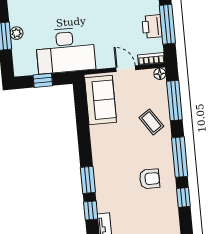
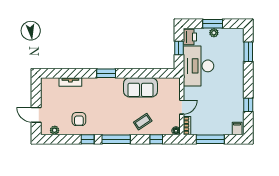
printer: (152, 26) -> (190, 37), moved, turned 90
sofa: (101, 100) -> (141, 87), moved
window: (174, 101) -> (156, 139), width x0.46
armchair: (149, 179) -> (79, 119), moved
window: (91, 211) -> (84, 73), removed

